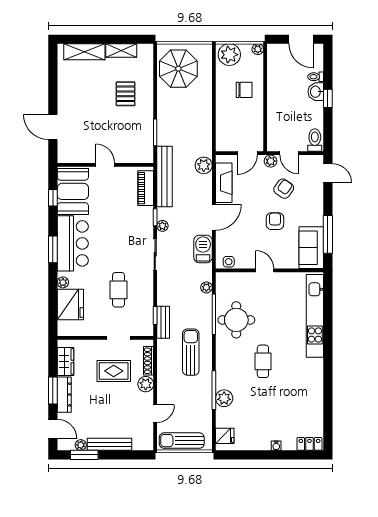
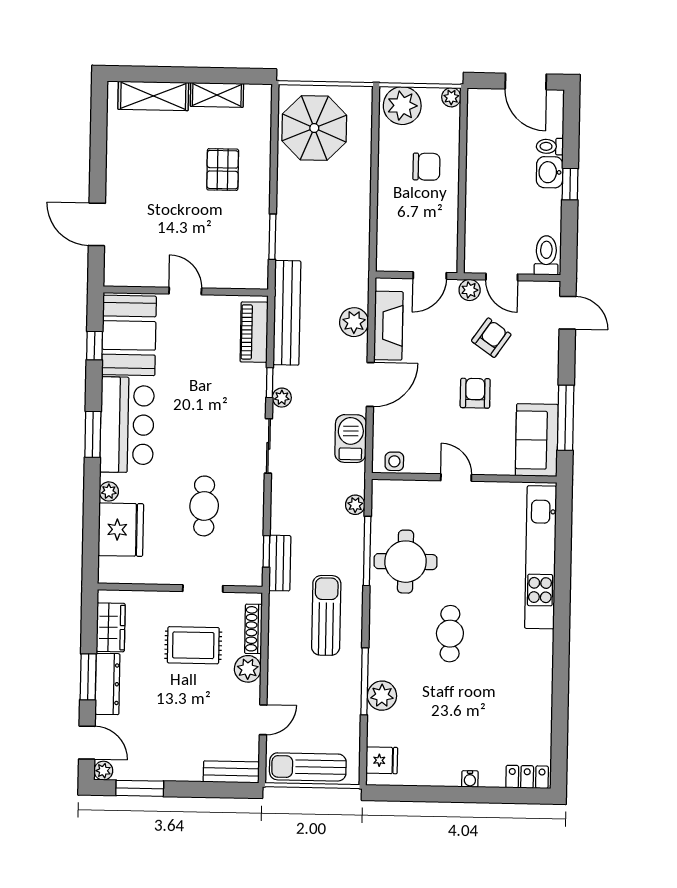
plant: (204, 165) -> (354, 322), moved
bench: (110, 444) -> (231, 772), moved, width x0.73
plant: (81, 445) -> (103, 771), moved

